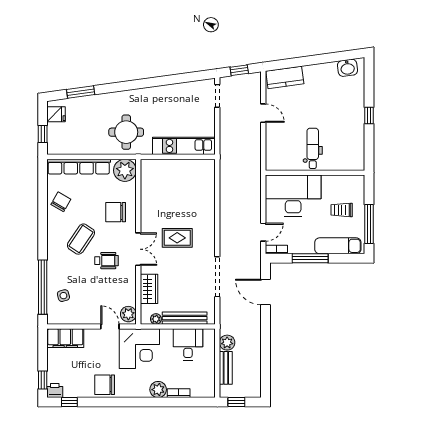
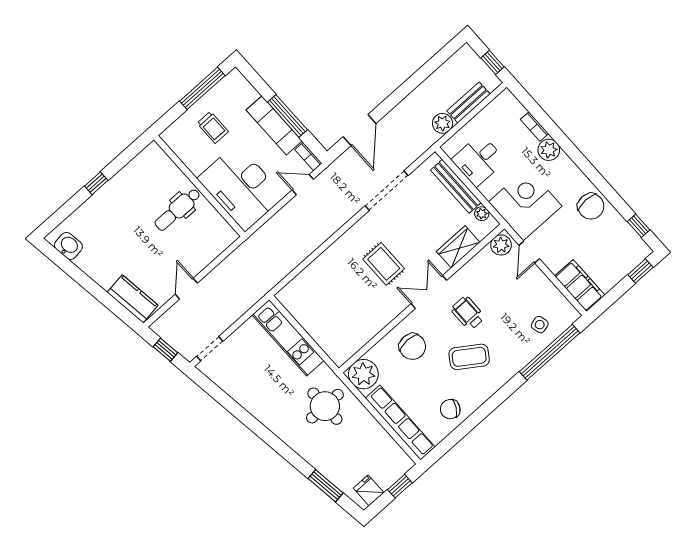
exam couch: (338, 246) -> (274, 125), moved
printer: (55, 391) -> (640, 250), removed

